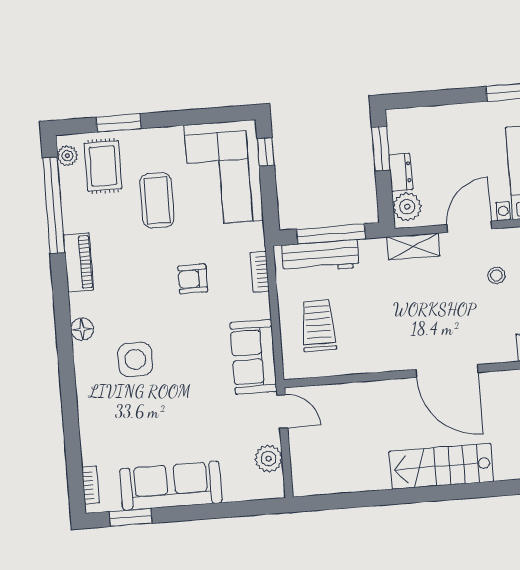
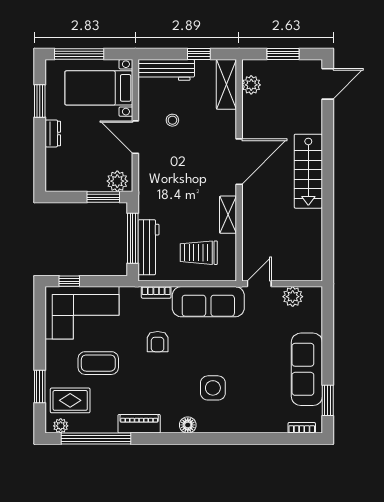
window: (381, 149) -> (103, 197), moved
dresser: (401, 172) -> (53, 133), moved, turned 90
shelving: (413, 246) -> (228, 215), moved
sofa: (253, 357) -> (208, 302), width x1.36

